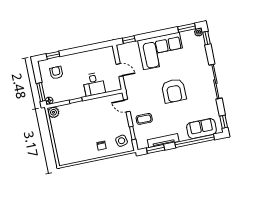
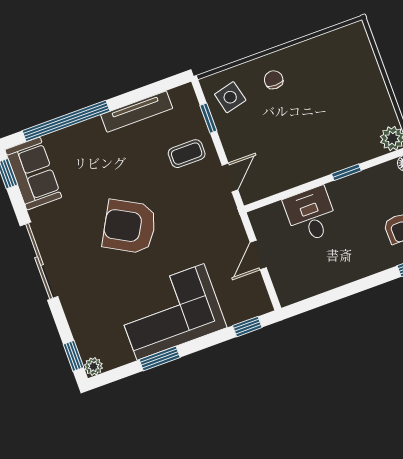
window: (187, 28) -> (160, 358), moved
door: (119, 70) -> (258, 255), hinge flipped
armchair: (174, 91) -> (130, 227), turned -61
door: (127, 106) -> (230, 178), hinge flipped
sofa: (201, 129) -> (33, 174), moved, turned -90
window: (156, 149) -> (151, 90), removed

